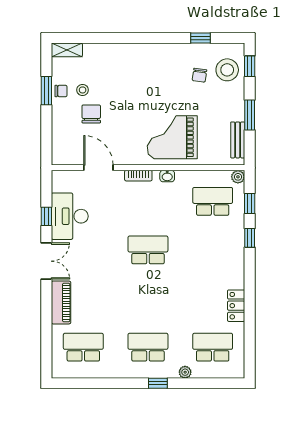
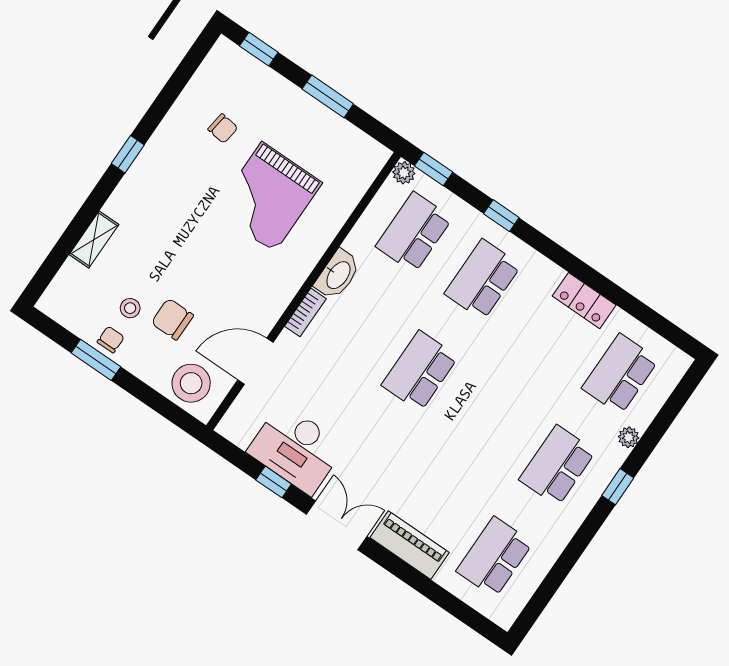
window: (200, 38) -> (128, 154), moved
shelving: (67, 50) -> (94, 240), moved
stool: (227, 70) -> (191, 383), moved
grand piano: (172, 137) -> (268, 197), moved
bench: (238, 140) -> (351, 137), removed
washbasin: (167, 176) -> (338, 275), width x1.91, depth x1.45
window: (250, 204) -> (434, 169), moved
school desk: (213, 250) -> (483, 280), added

